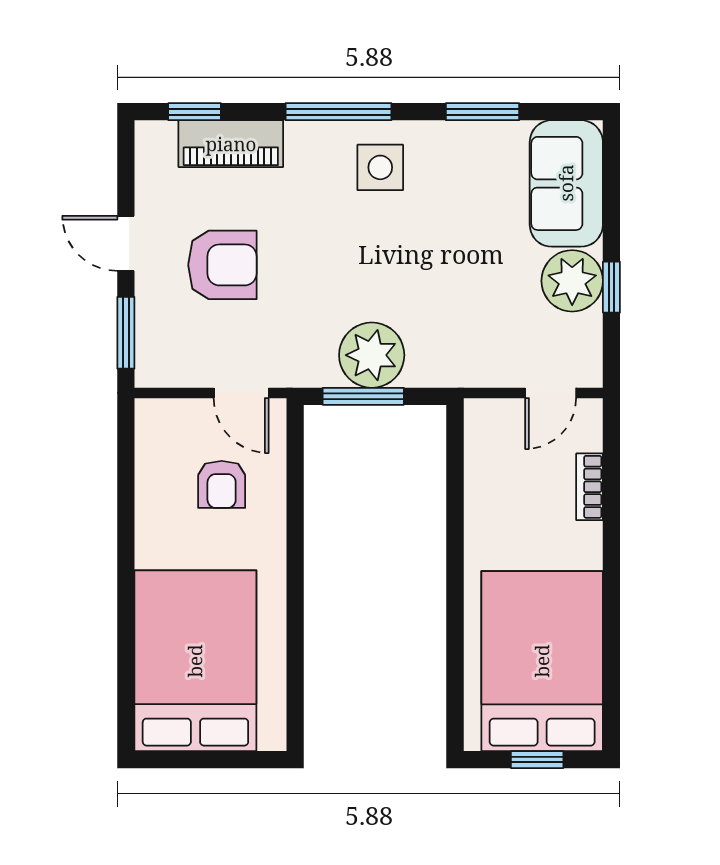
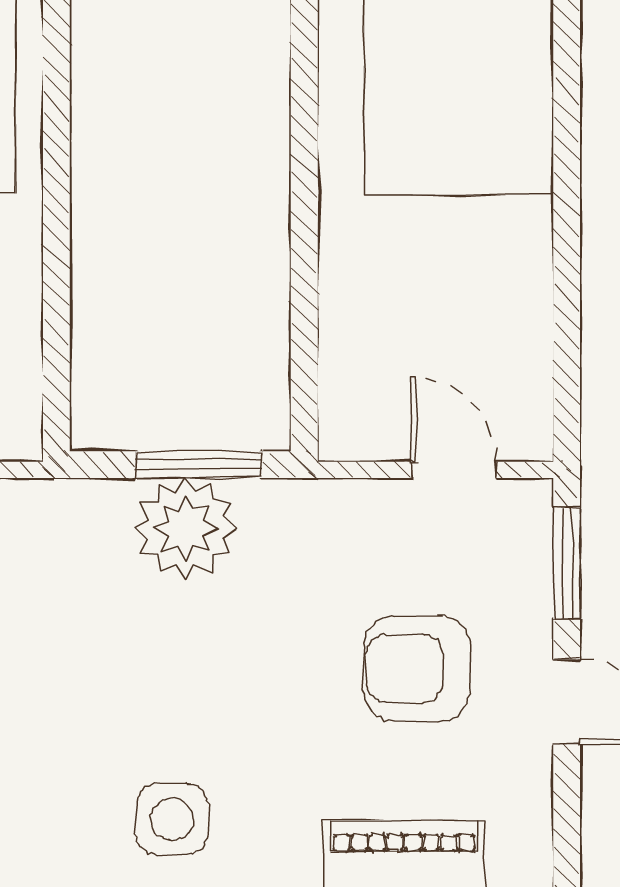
door: (241, 393) -> (454, 470), moved
armchair: (222, 484) -> (418, 328), removed

